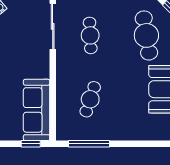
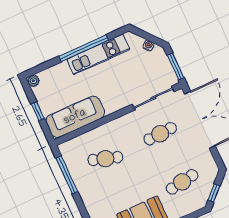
cafe table: (146, 35) -> (182, 182), width x0.73, depth x0.74
window: (31, 144) -> (38, 111), moved

